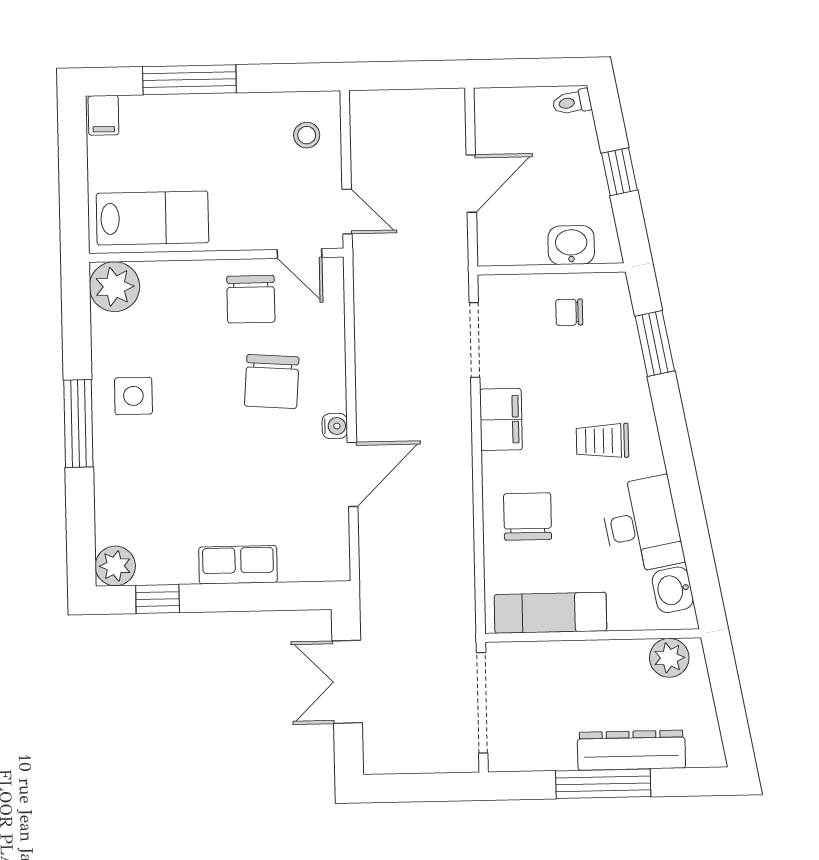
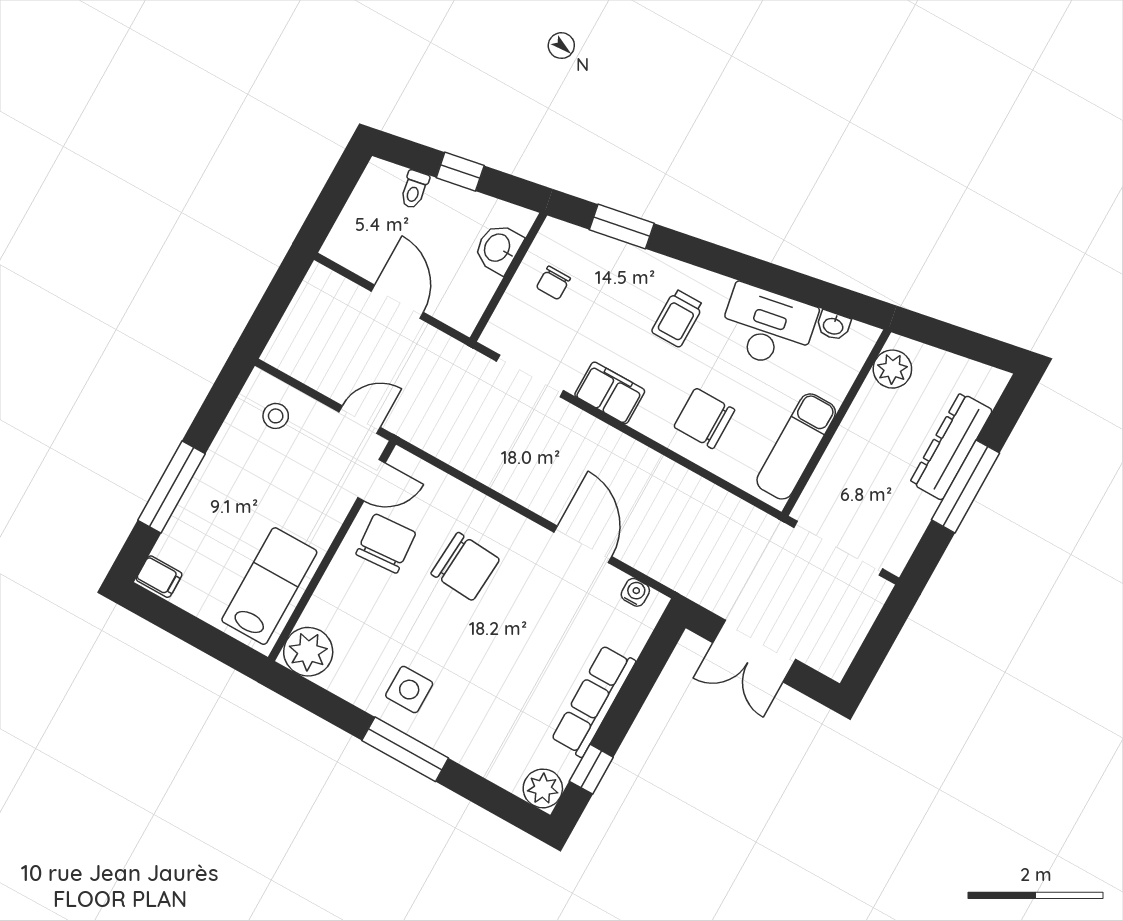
toilet: (572, 102) -> (414, 189), moved
chair: (251, 299) -> (386, 543), turned -94
water cooler: (335, 426) -> (635, 592), moved
row of seats: (238, 565) -> (593, 701), width x1.48
washbasin: (673, 590) -> (833, 326), width x0.72, depth x0.69

